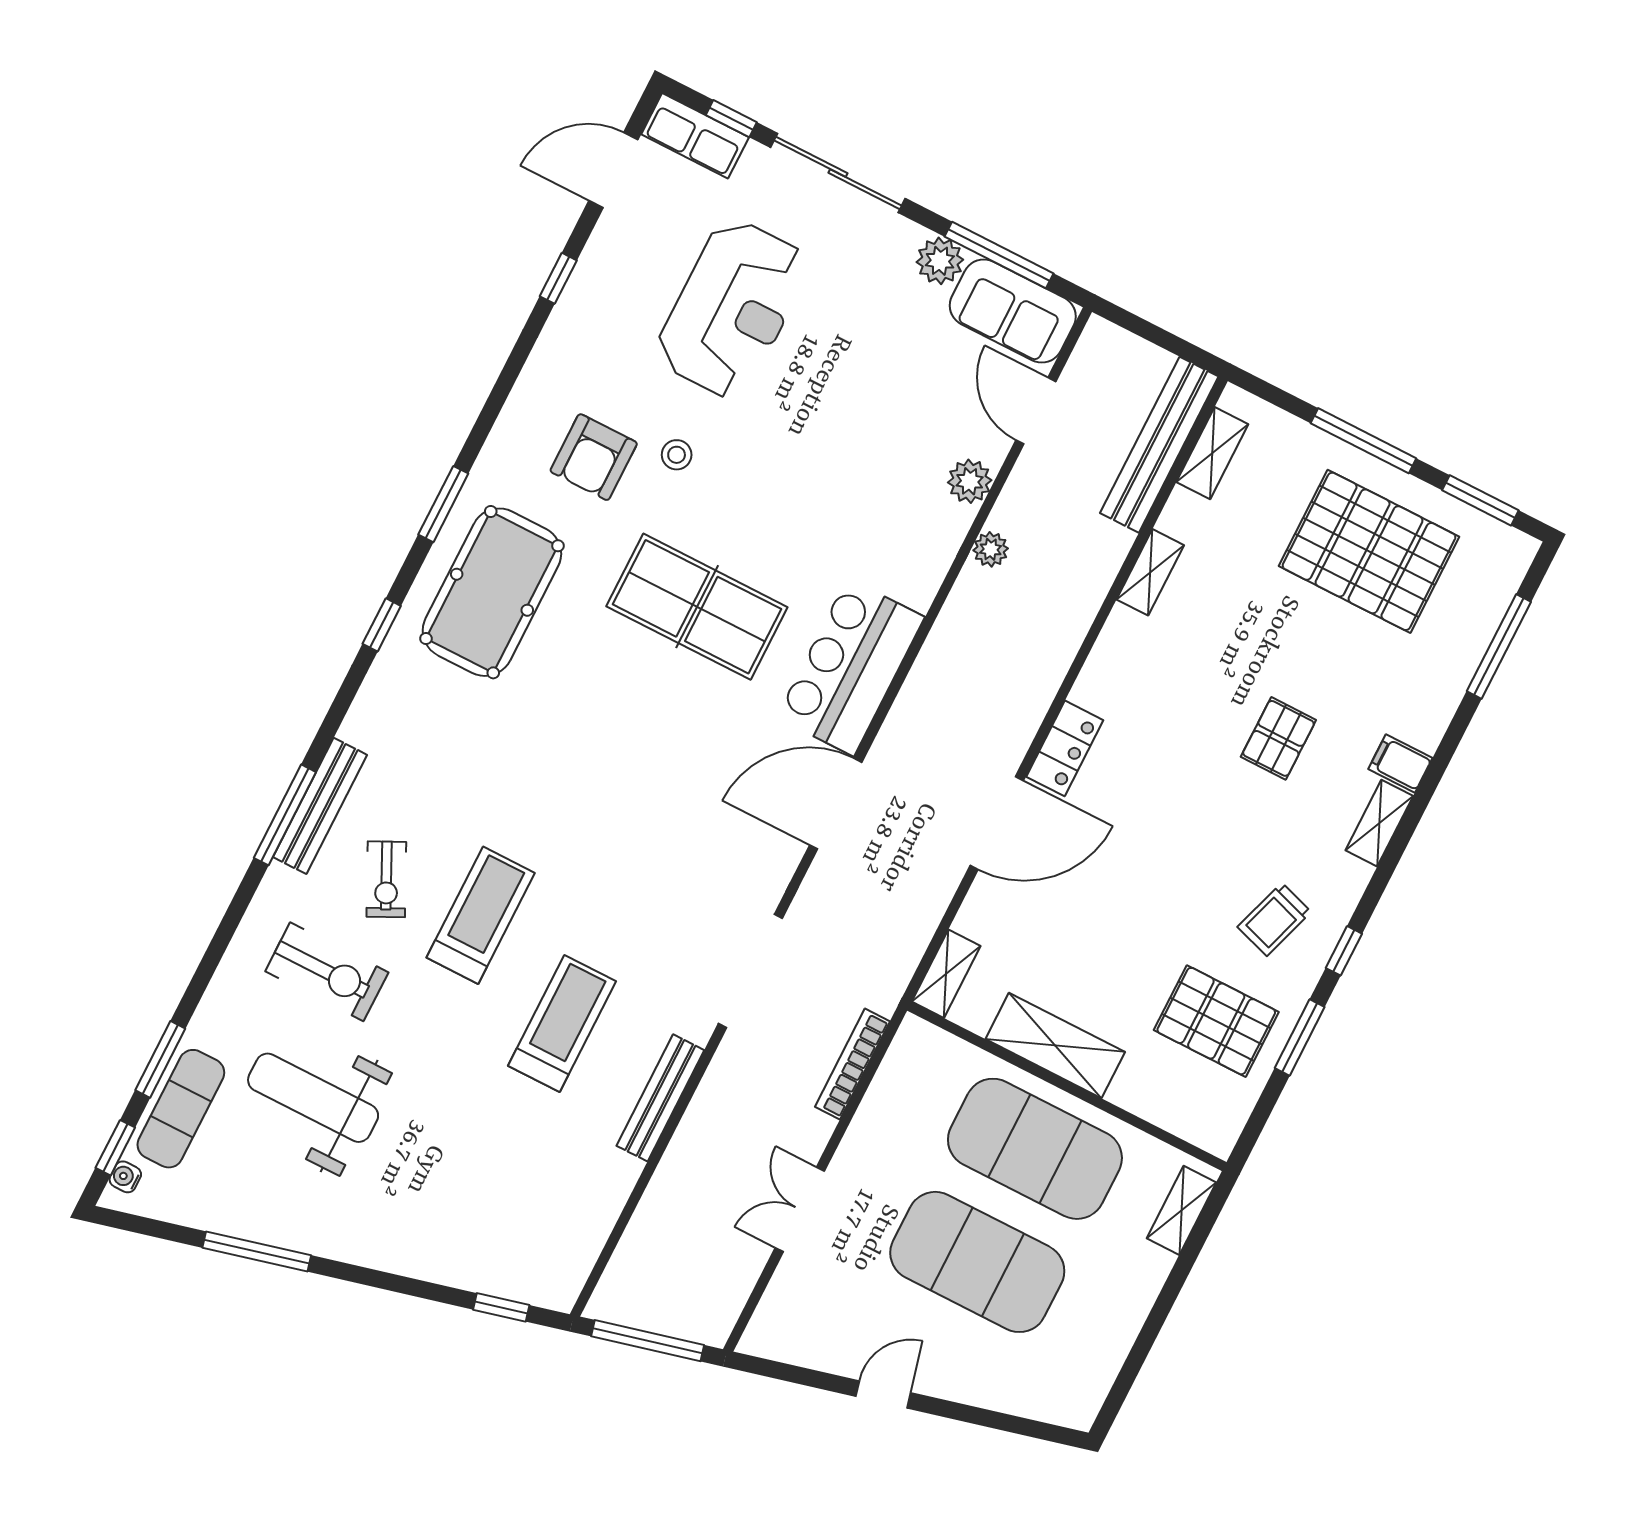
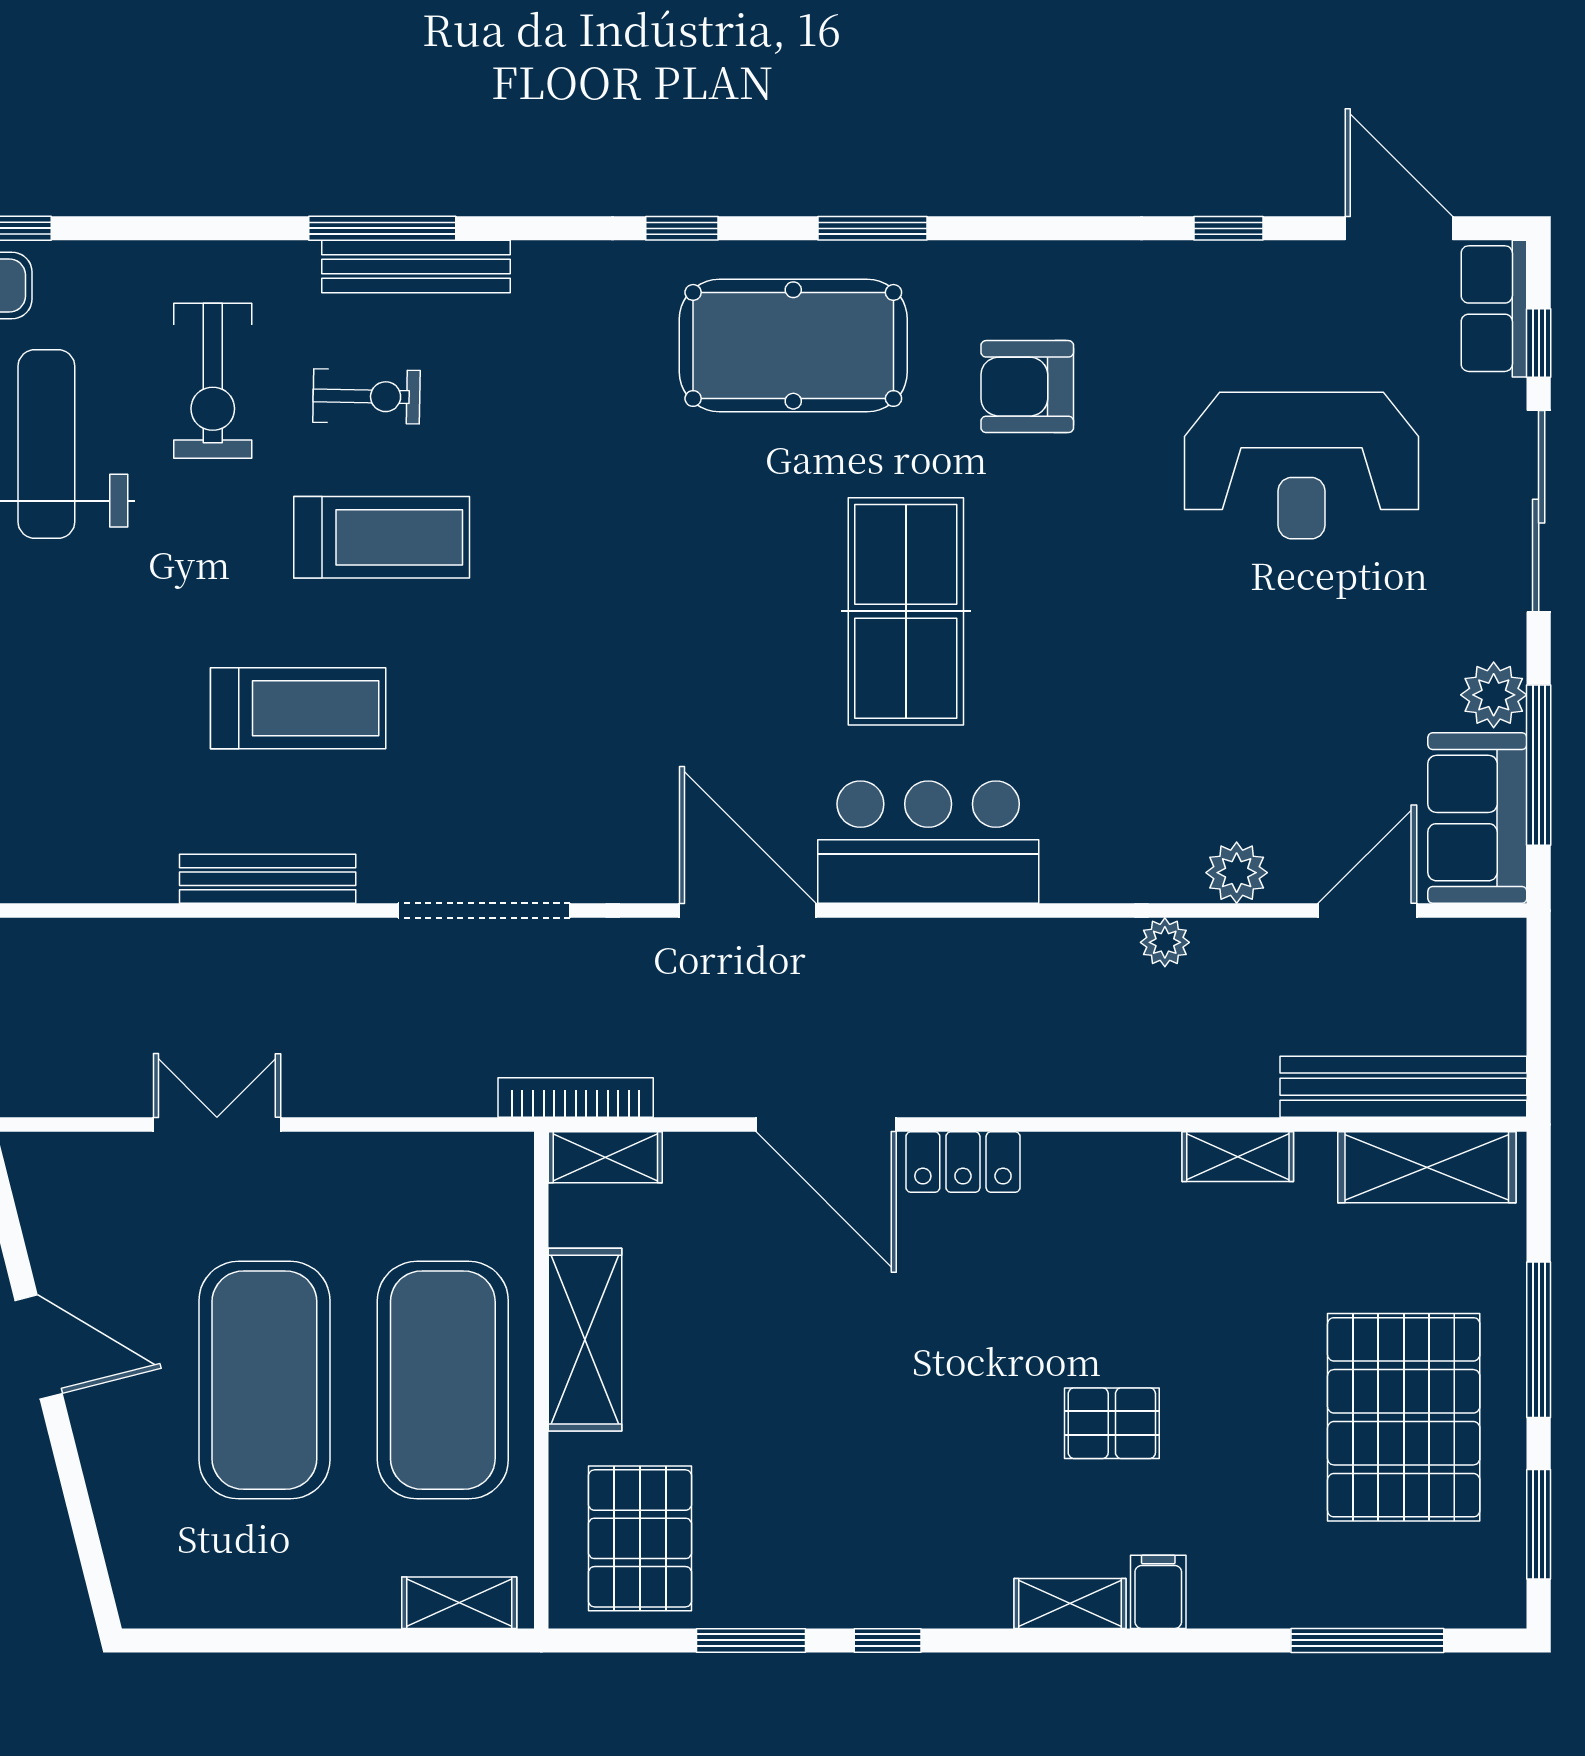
shelving: (1212, 453) -> (1427, 1167), width x1.50, depth x1.33
stool: (677, 455) -> (1083, 489), removed
exercise bike: (386, 879) -> (366, 396), turned -153
trolley: (1274, 919) -> (883, 1533), removed
pallet: (1216, 1021) -> (640, 1538), moved
bookcase: (852, 1064) -> (576, 1098), moved
door: (883, 1394) -> (39, 1347), width x1.37

